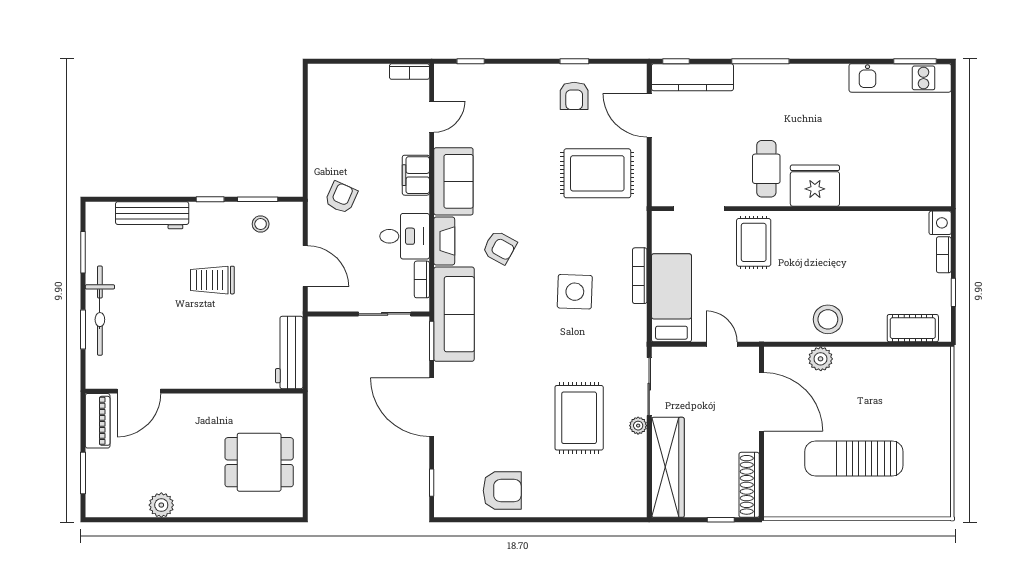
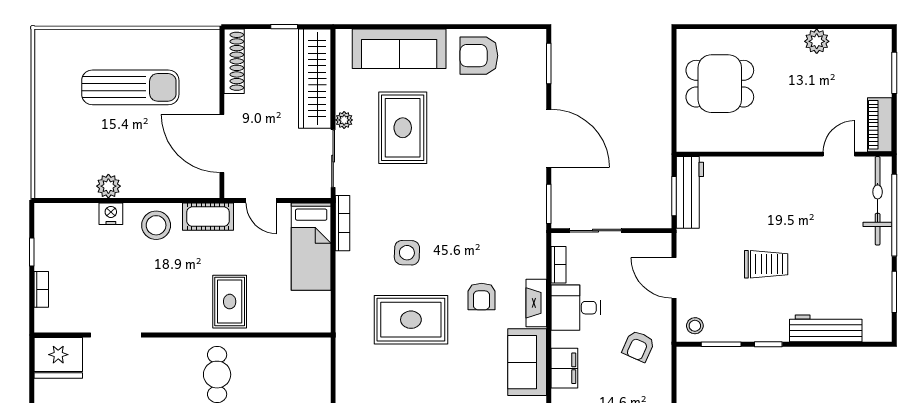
rug: (597, 173) -> (411, 320), moved
fridge: (815, 186) -> (58, 358), moved
doorway: (699, 209) -> (116, 335), moved
nightstand: (940, 223) -> (111, 214), moved, turned 90
stool: (261, 224) -> (695, 326), moved
armchair: (500, 247) -> (482, 297), turned -119
bookcase: (640, 276) -> (343, 223), moved
side table: (575, 292) -> (407, 253), width x0.73, depth x0.73
bicycle: (100, 311) -> (878, 201), moved
sofa: (454, 314) -> (399, 49), moved, turned -90
cot: (913, 328) -> (208, 217), moved
window: (83, 330) -> (894, 215), width x2.11
window: (305, 349) -> (674, 196), added
plant: (821, 359) -> (108, 186), moved
door: (139, 391) -> (839, 154), width x0.73
window: (432, 483) -> (549, 63), width x1.50
window: (721, 520) -> (284, 27), moved

